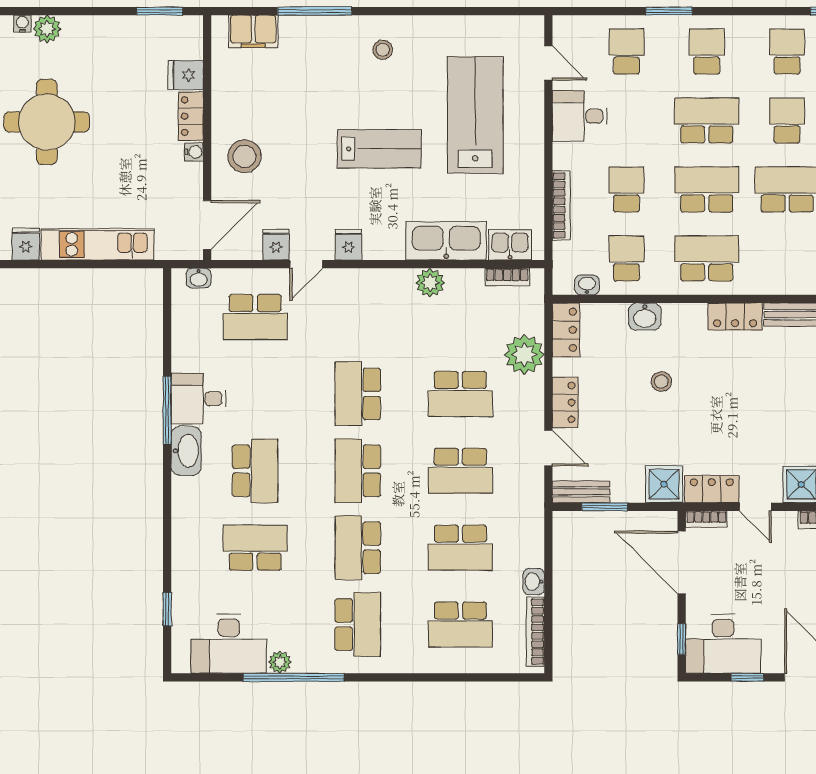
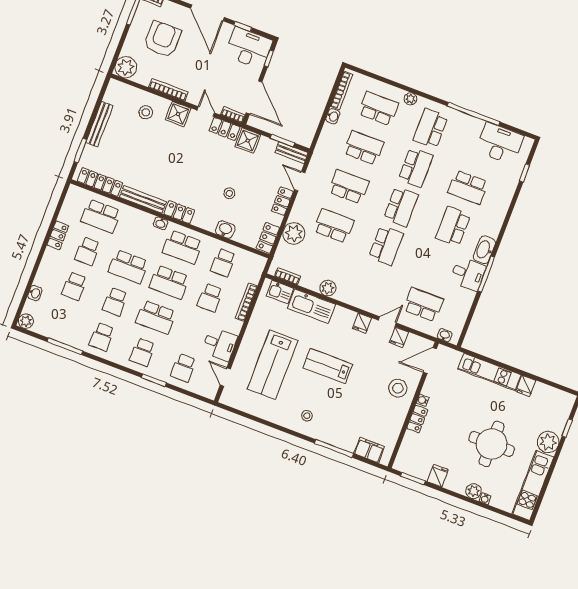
fridge: (186, 75) -> (438, 475), moved, turned -90
washbasin: (587, 285) -> (161, 223), moved
plant: (280, 662) -> (410, 99), moved

